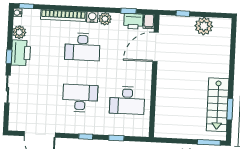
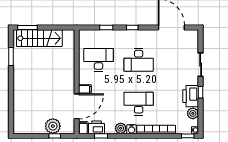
plant: (204, 26) -> (53, 126), moved
filing cabinet: (145, 67) -> (85, 89), added
stairs: (218, 105) -> (39, 38), moved, turned 90

